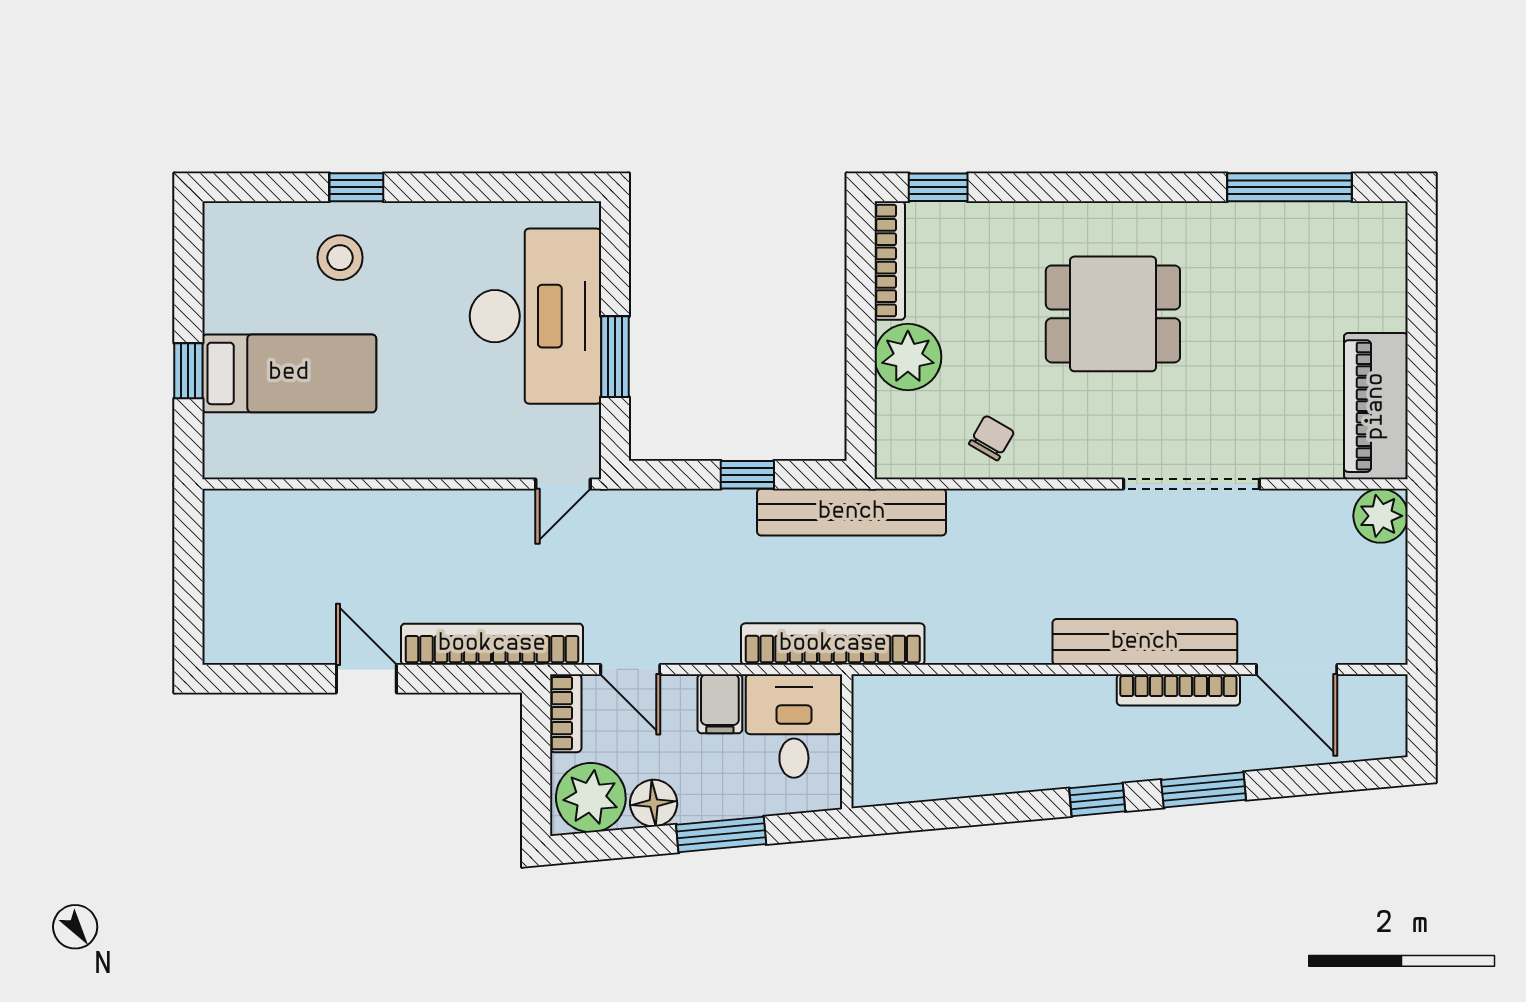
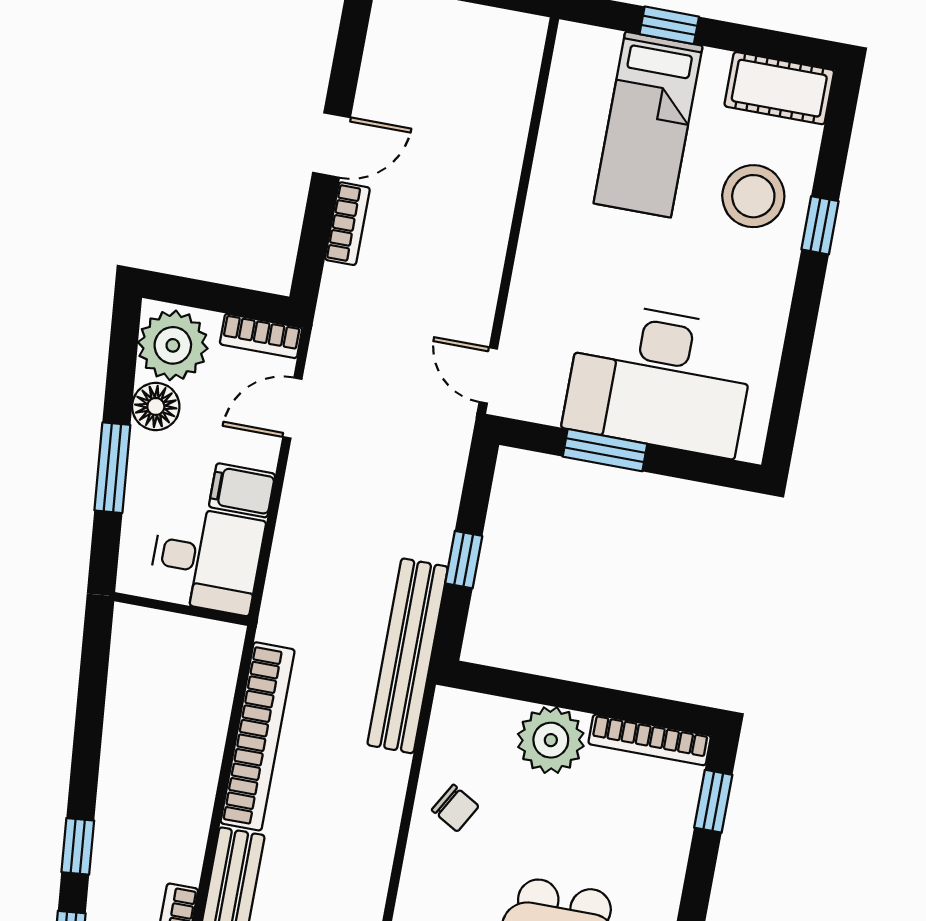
cot: (230, 252) -> (779, 88), added
stool: (340, 258) -> (753, 196), width x1.38, depth x1.38
bookcase: (492, 644) -> (347, 224), width x0.43, depth x0.76
bookcase: (833, 644) -> (258, 736), moved

